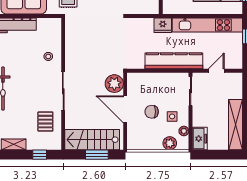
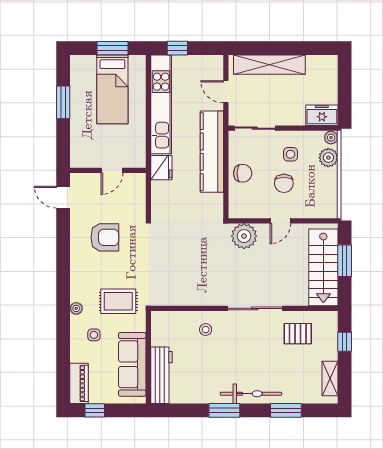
chair: (159, 83) -> (243, 173), added
door: (125, 109) -> (280, 221), width x0.53
shelving: (235, 125) -> (269, 65), moved
plant: (184, 131) -> (331, 138), moved

